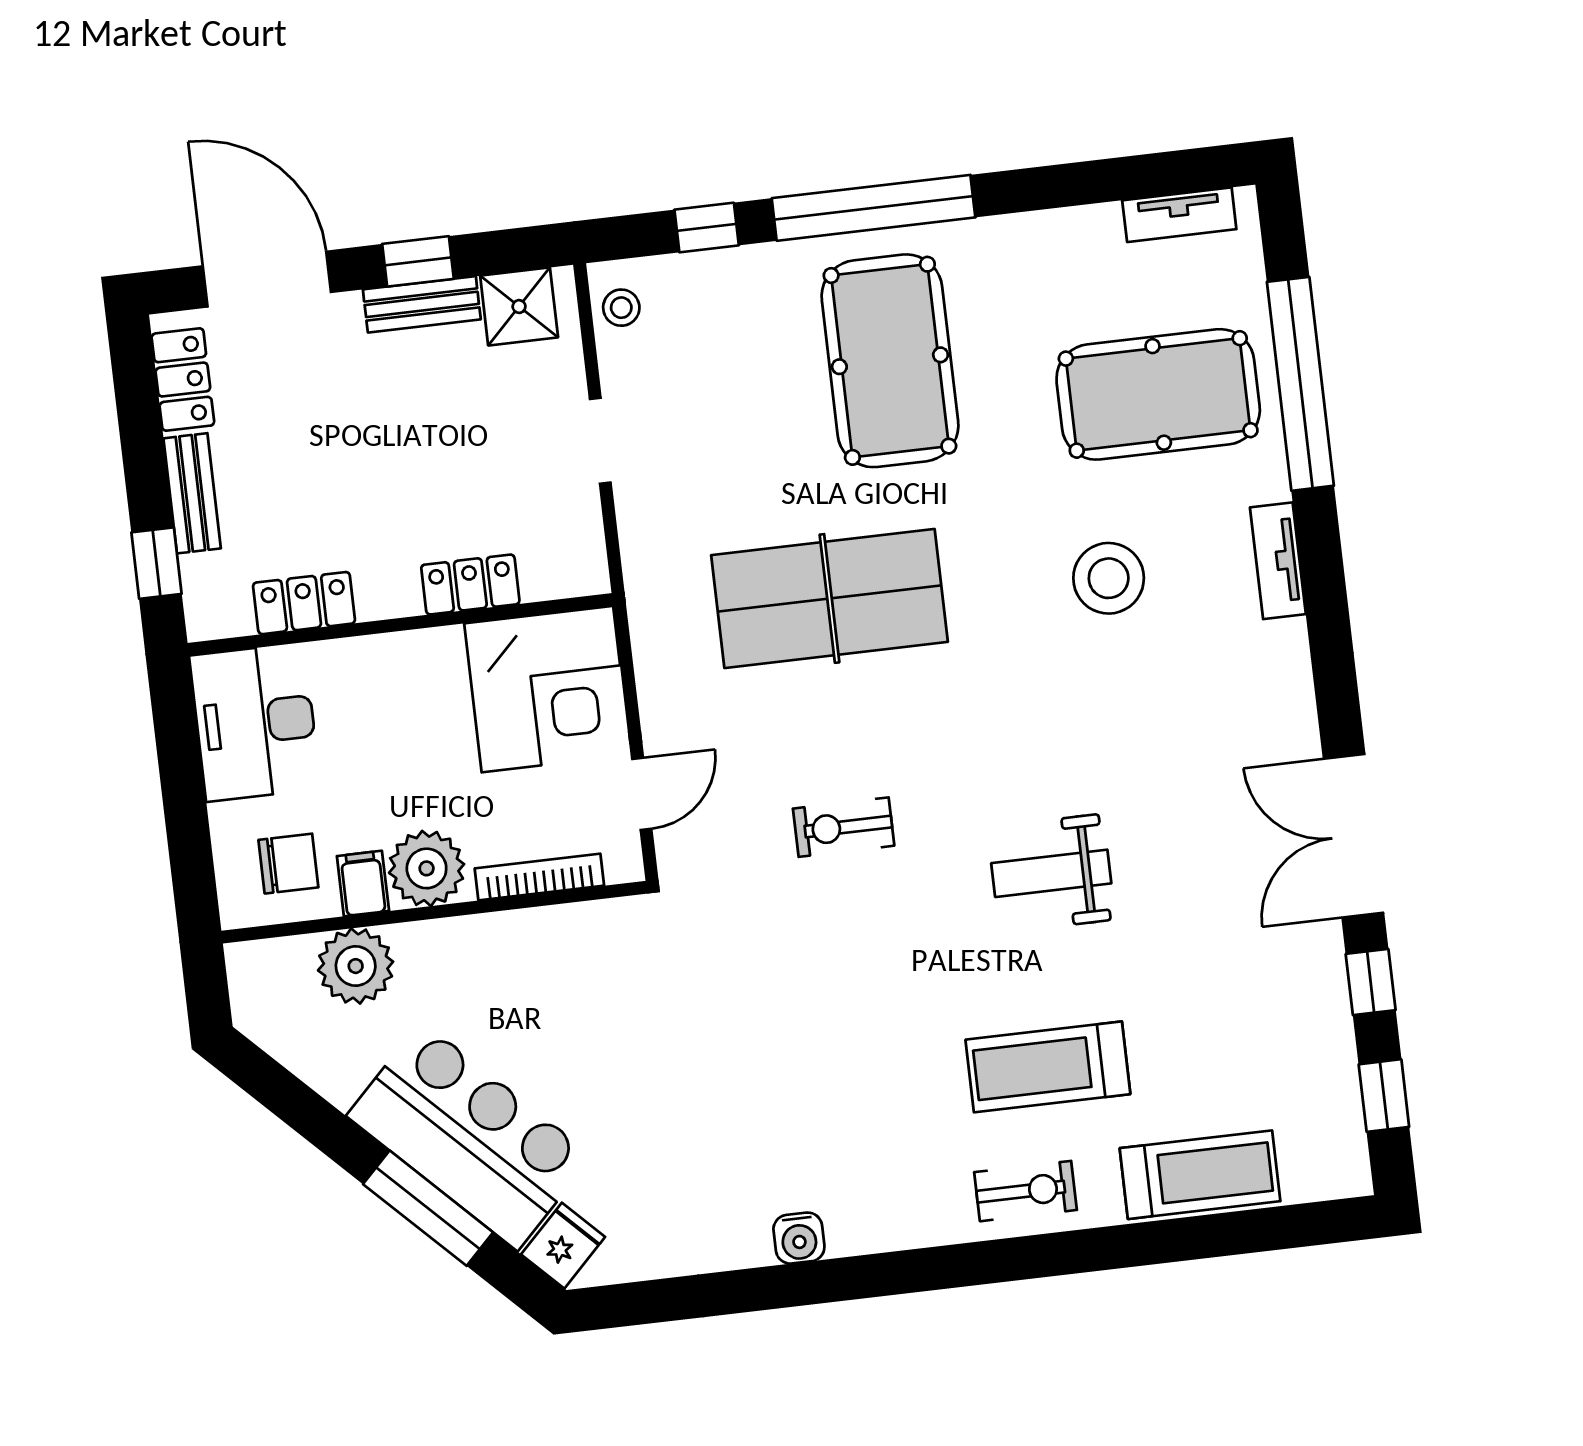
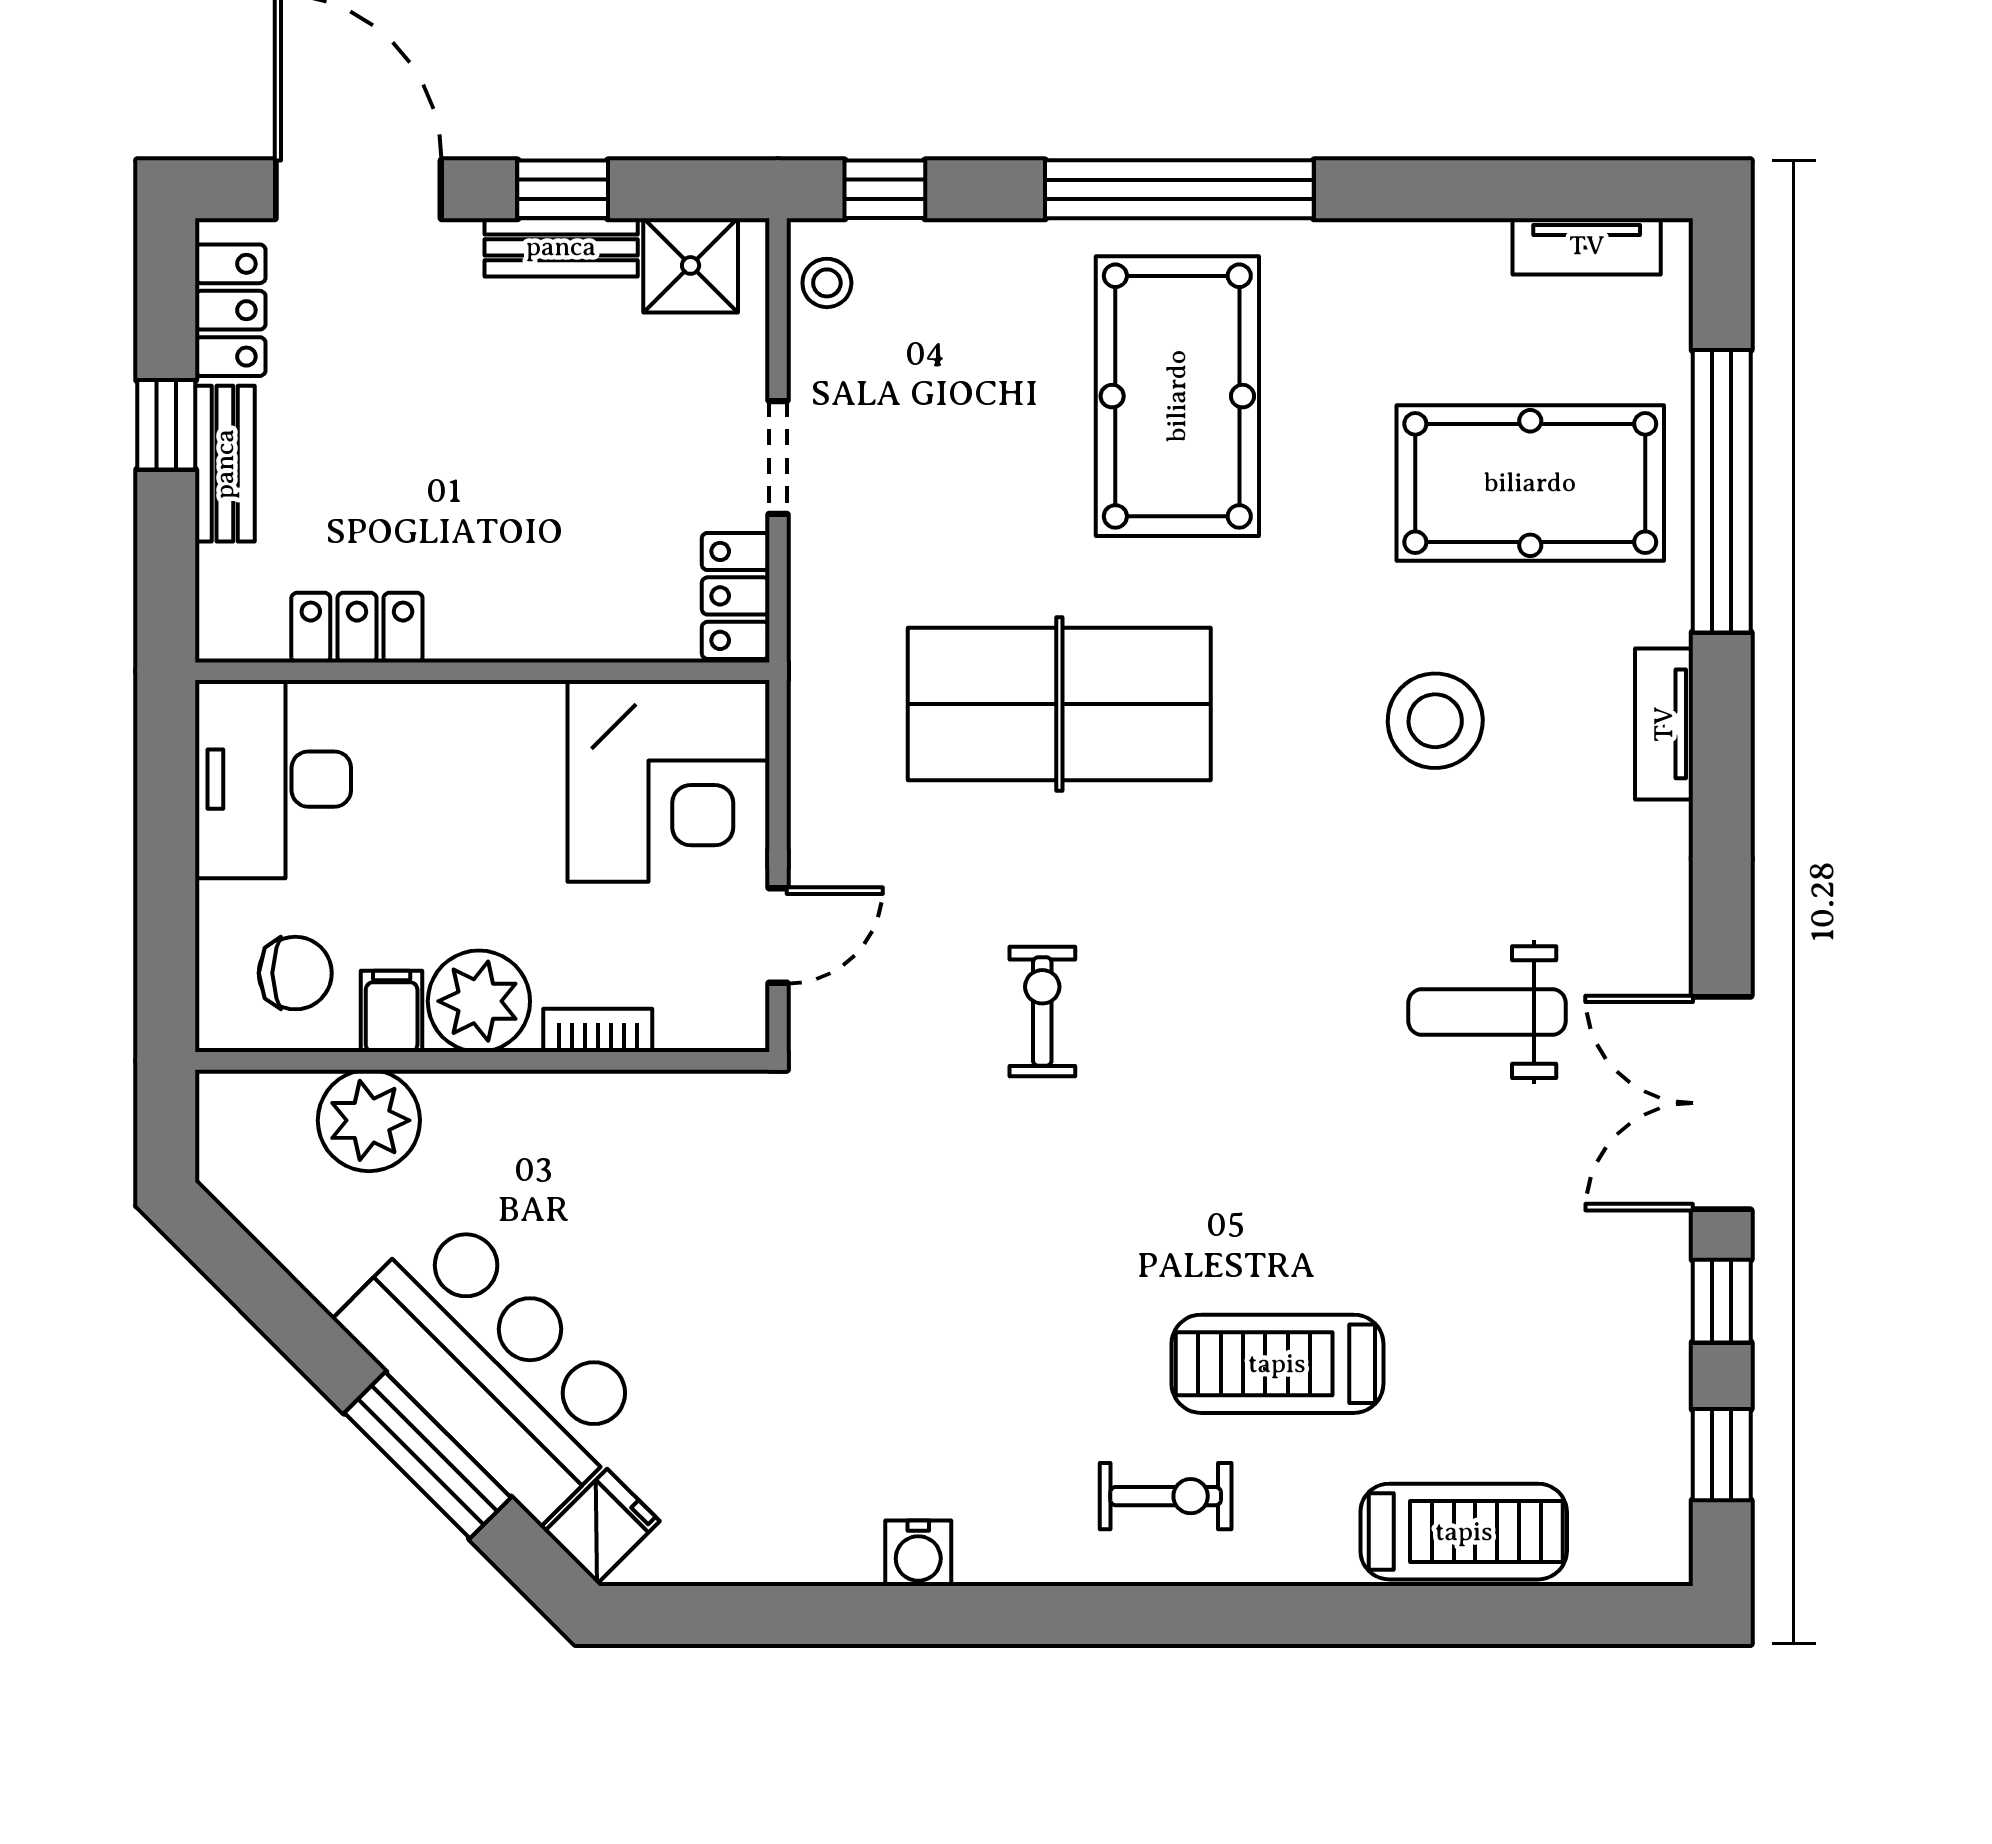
window: (707, 227) -> (885, 189), moved
window: (156, 563) -> (166, 425), moved
locker: (470, 584) -> (736, 596), moved, turned -90
exercise bike: (844, 827) -> (1042, 1011), turned 90
weight bench: (1051, 873) -> (1487, 1012), moved
bookcase: (539, 877) -> (598, 1030), width x0.64
exercise bike: (1026, 1191) -> (1166, 1496), moved

